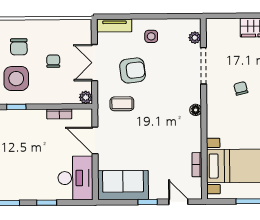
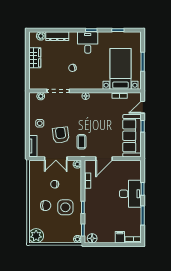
desk: (75, 178) -> (130, 194), moved, turned 90
sofa: (123, 185) -> (132, 136), width x1.36

